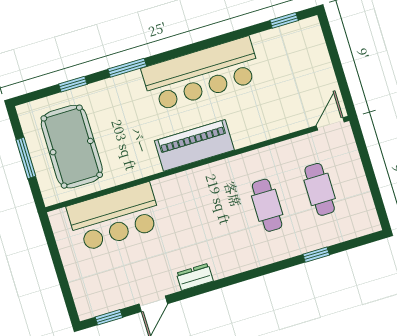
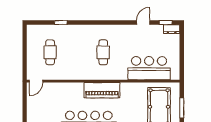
cafe table: (267, 205) -> (103, 52), moved
dresser: (195, 277) -> (172, 29), moved

